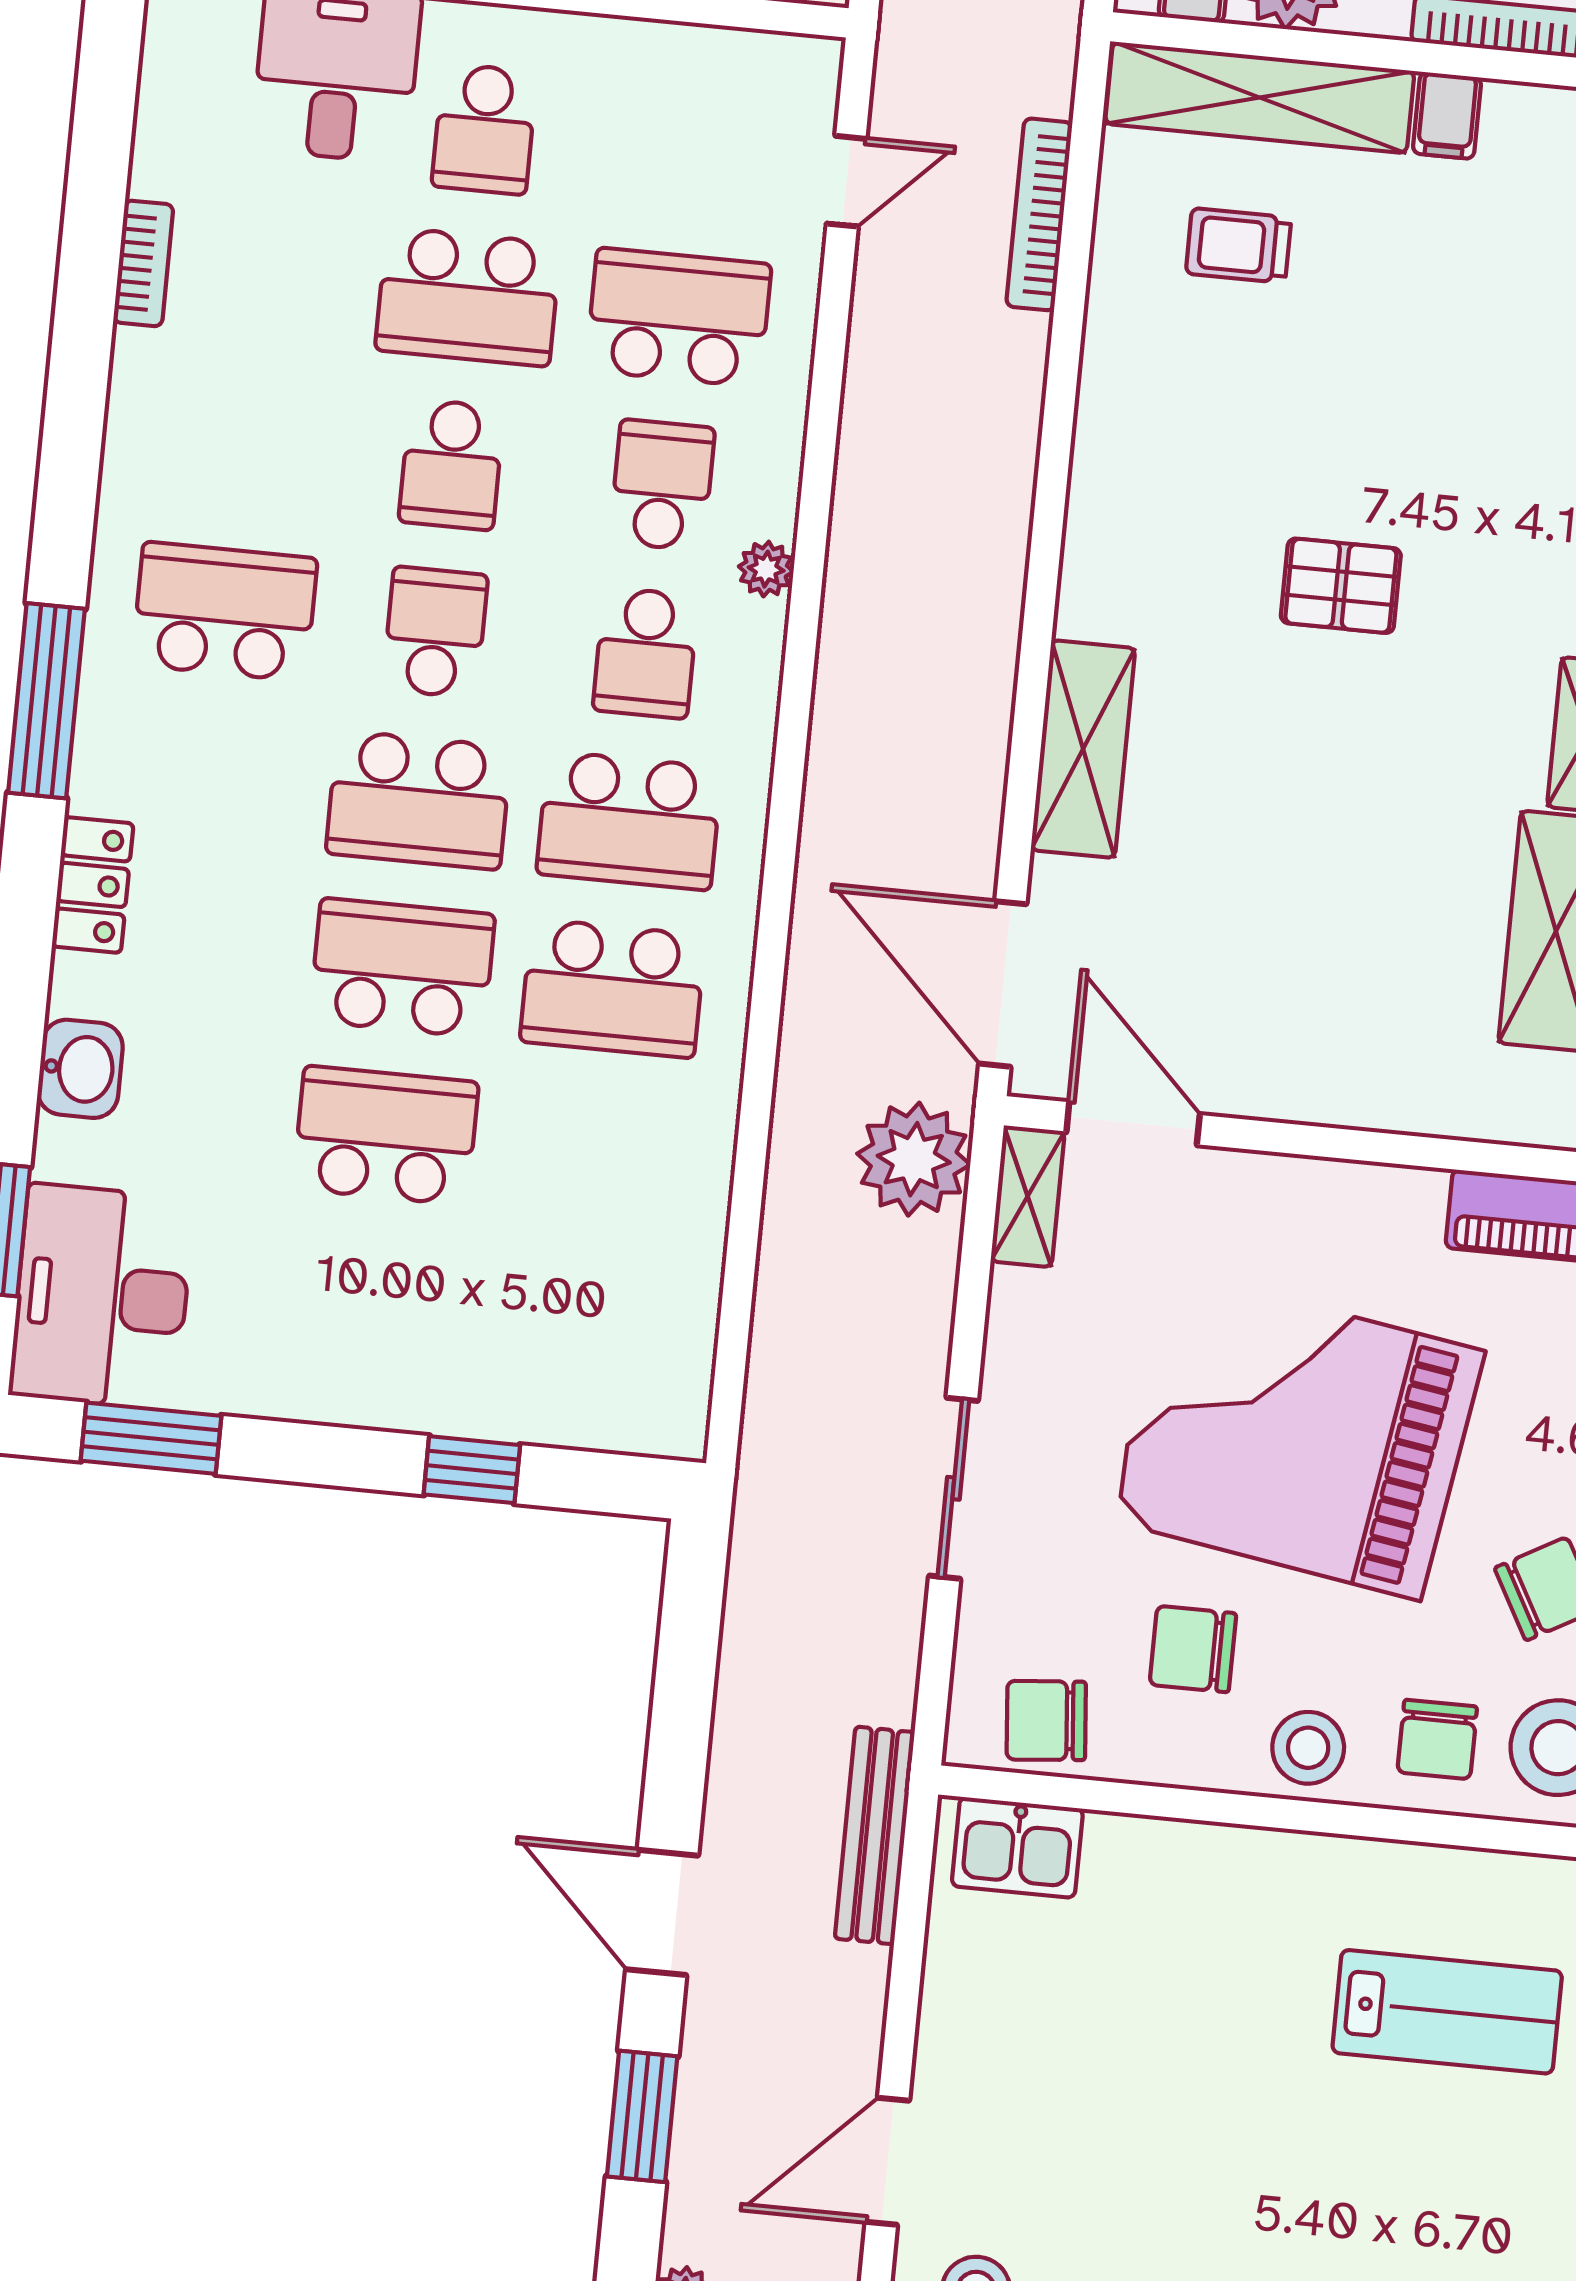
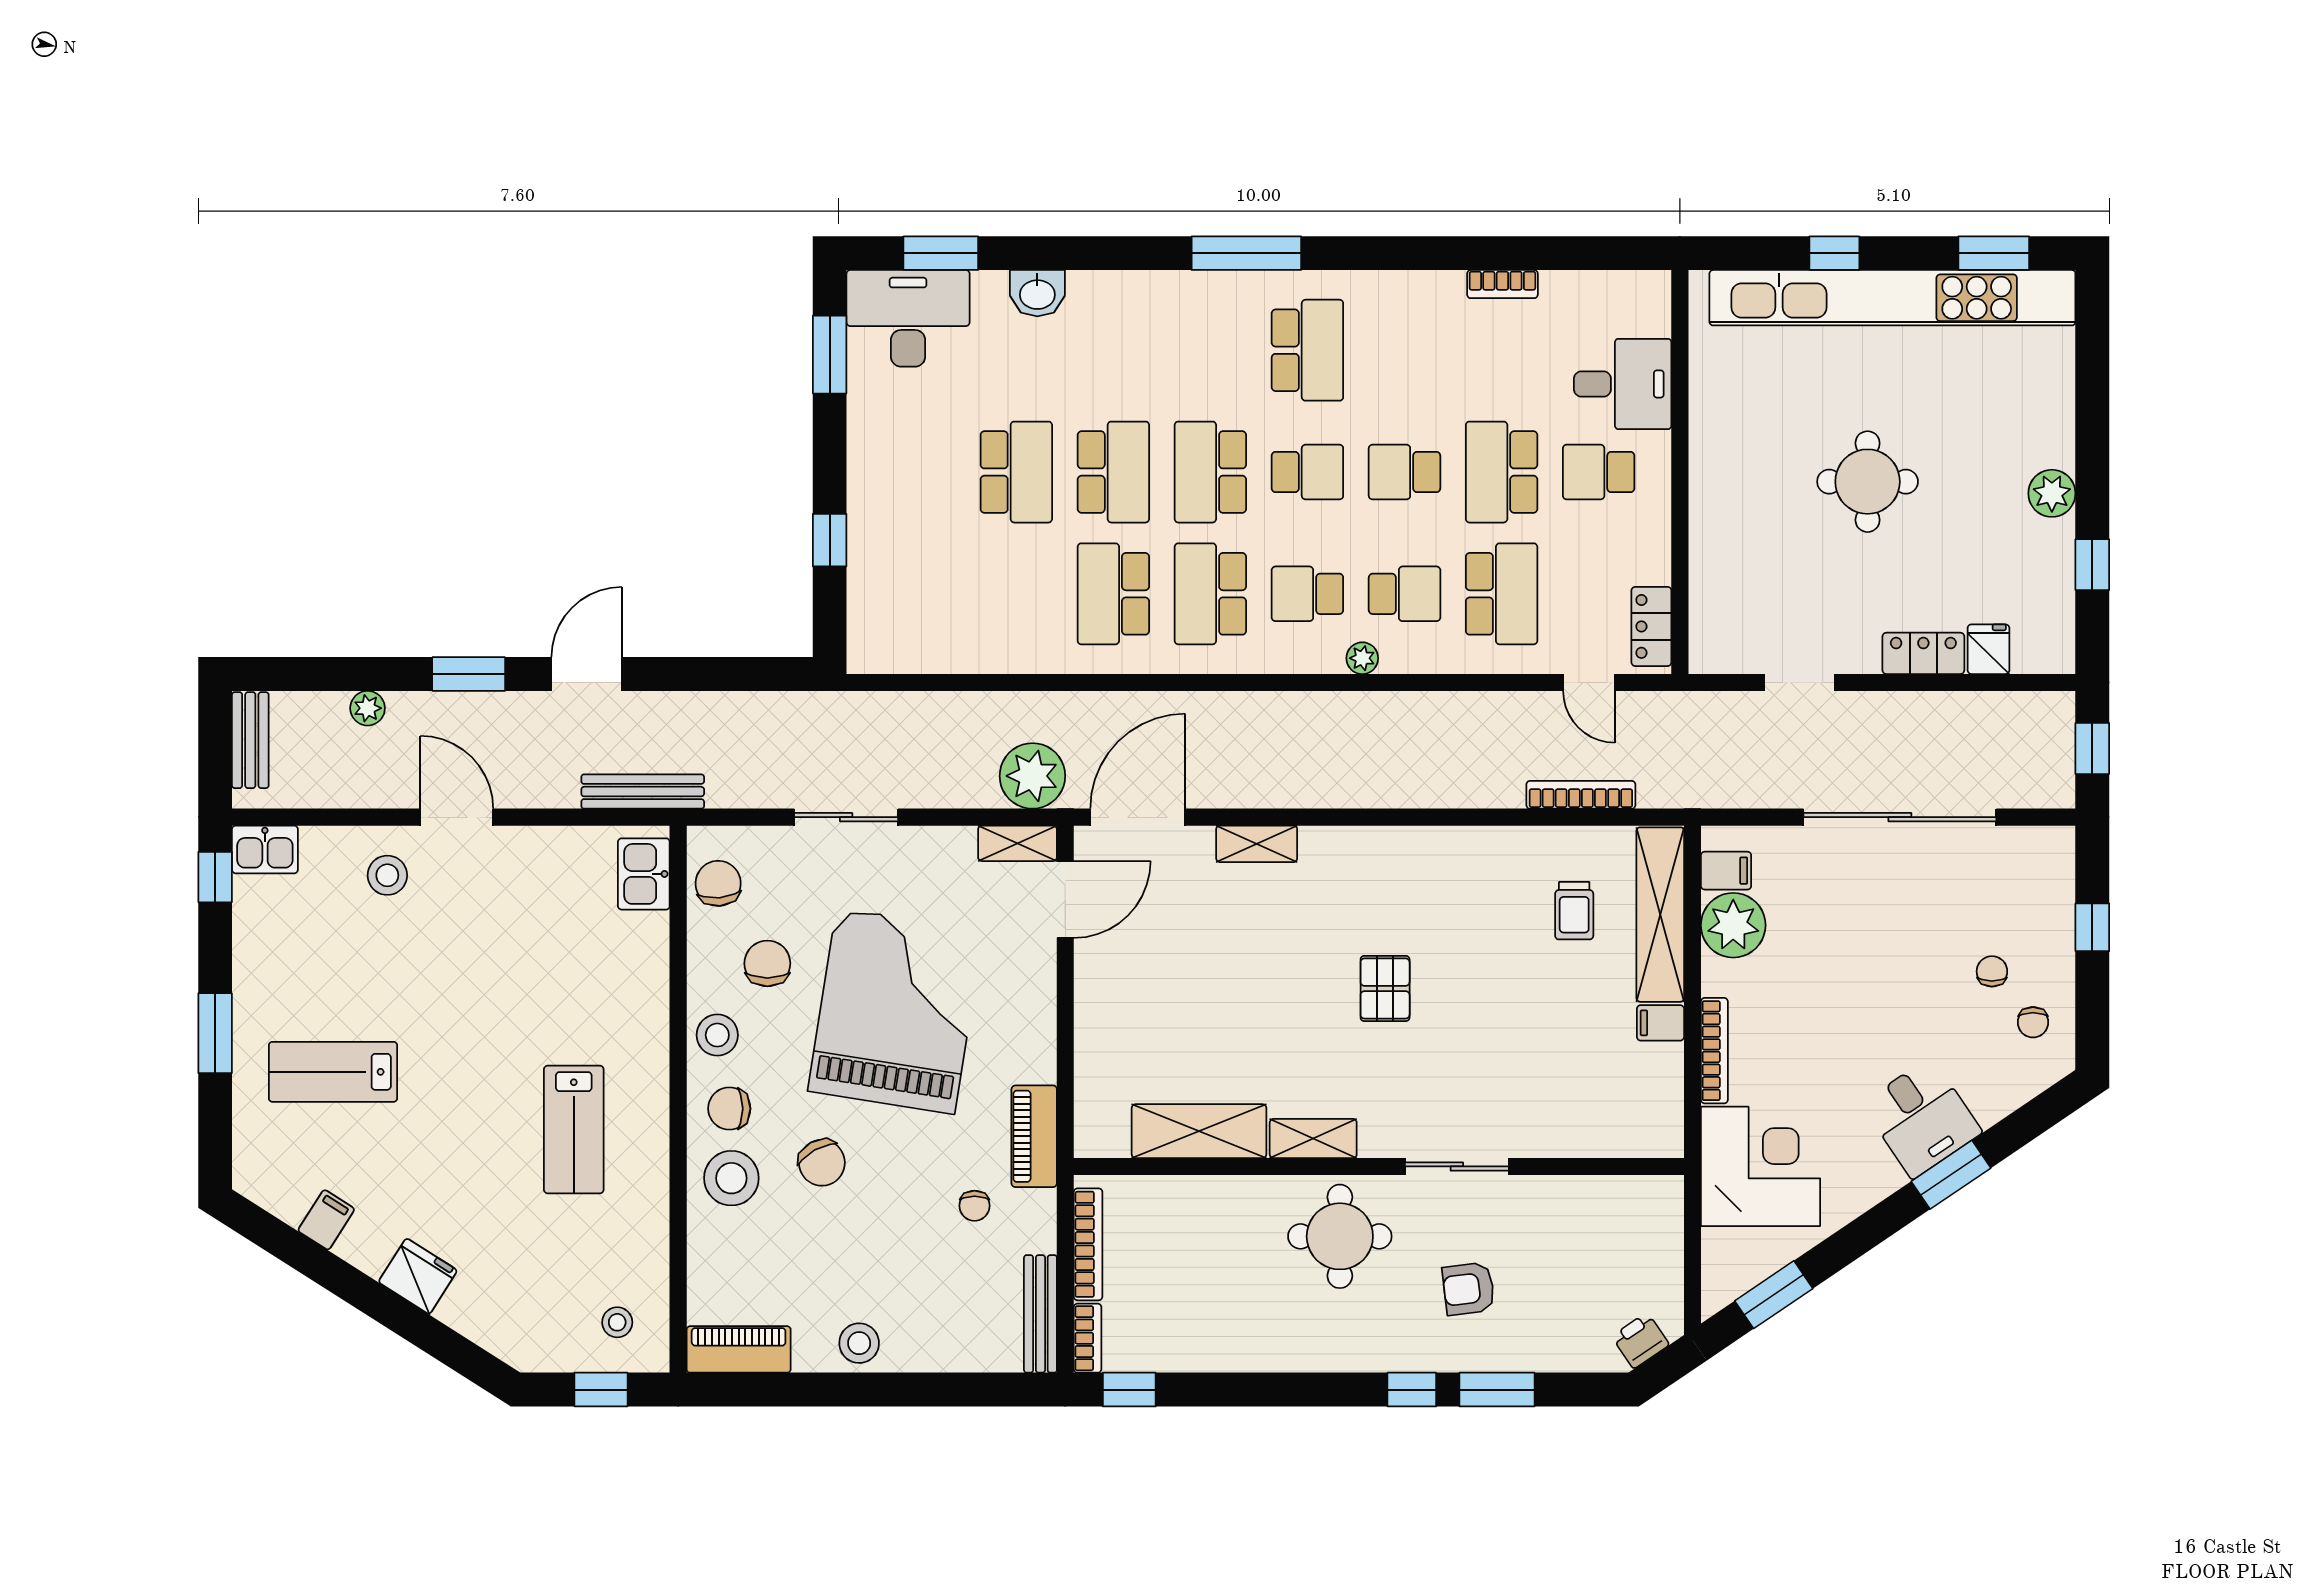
trolley: (1238, 246) -> (1574, 911), turned 180
shelving: (1083, 749) -> (1257, 844), width x0.67, depth x0.75
locker: (93, 885) -> (1651, 626), moved, turned 90

